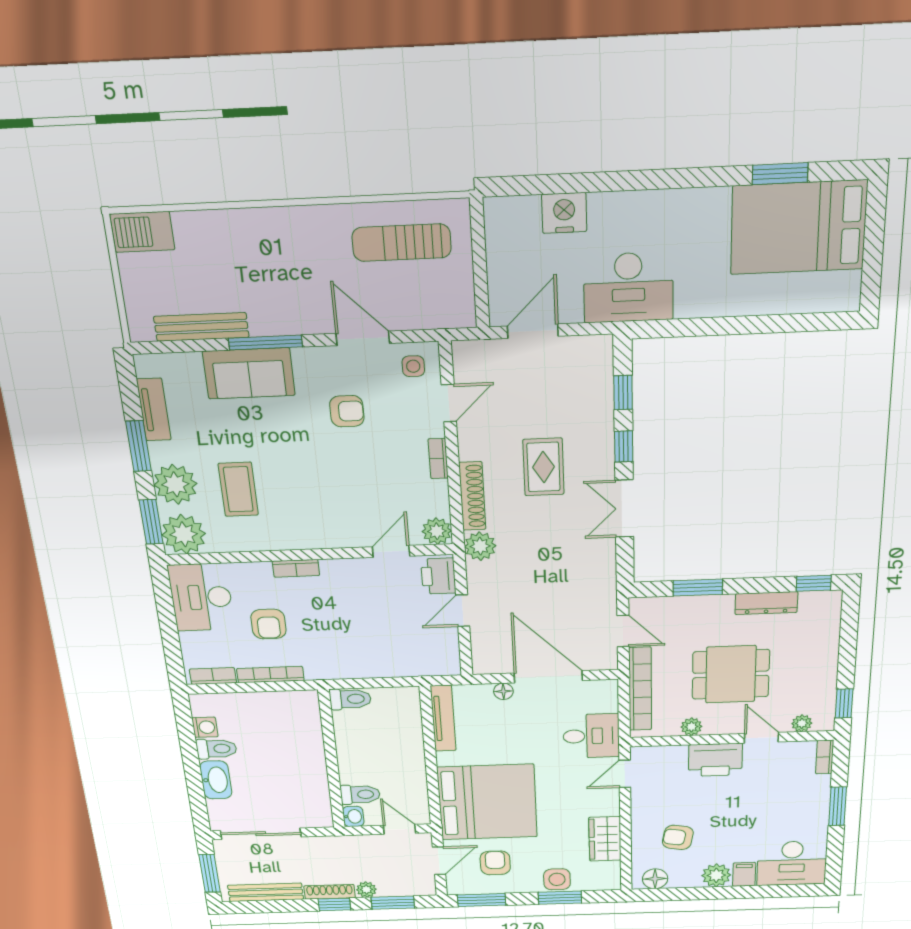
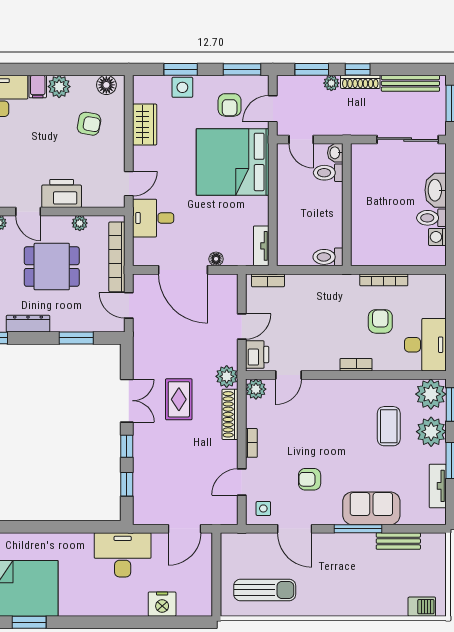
barbecue: (142, 232) -> (422, 607), width x0.73, depth x0.79
bench: (201, 327) -> (398, 541), width x0.73
rug: (543, 467) -> (179, 399), moved
bookcase: (213, 676) -> (268, 280), moved
tv unit: (443, 718) -> (261, 246), width x0.71

